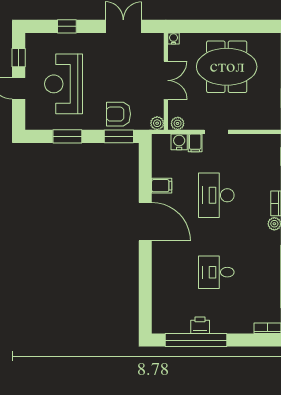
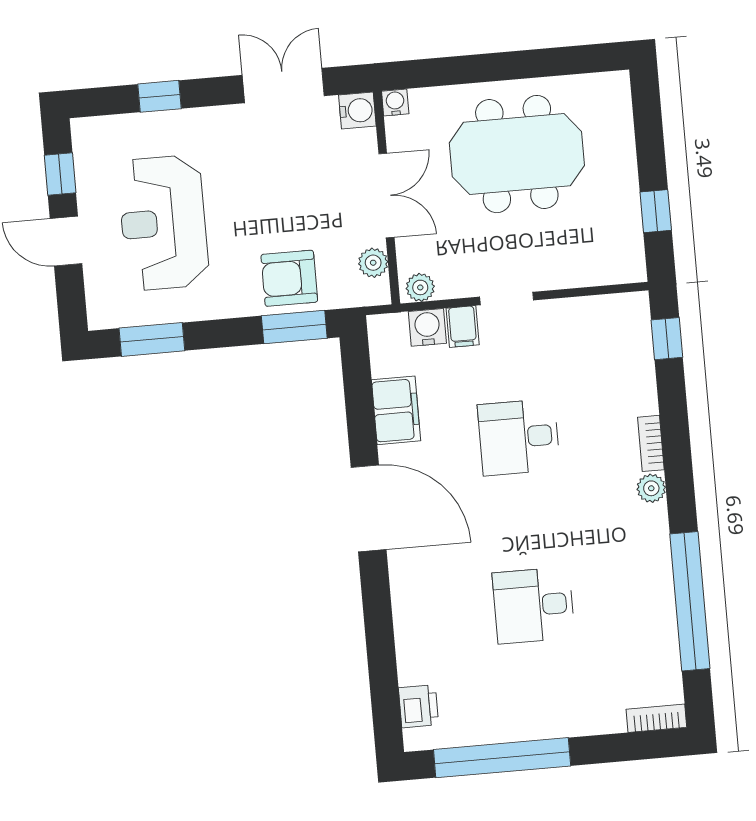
water cooler: (156, 41) -> (357, 111), added
plant: (157, 123) -> (373, 263), moved
window: (67, 136) -> (152, 339), moved
filing cabinet: (162, 186) -> (396, 410), width x2.00
desk: (216, 195) -> (519, 437), width x0.73
printer: (200, 325) -> (418, 706), moved, turned 90

